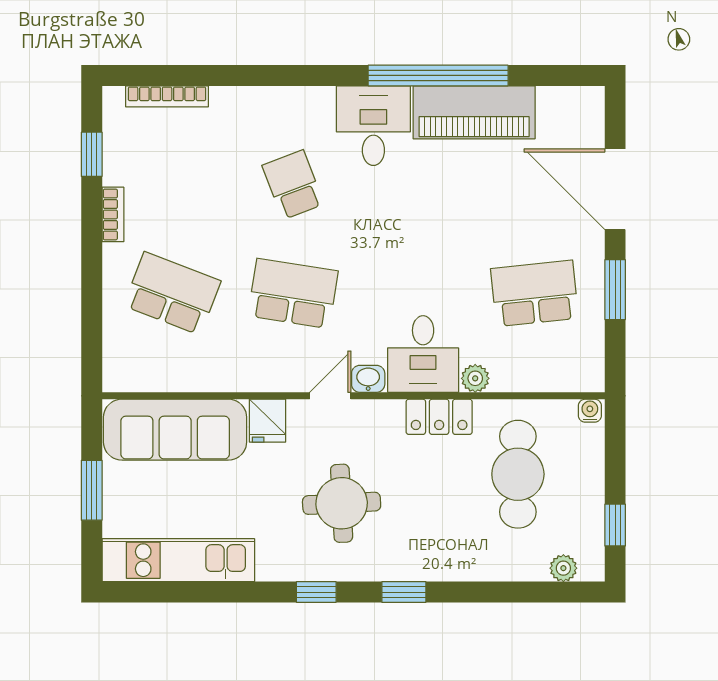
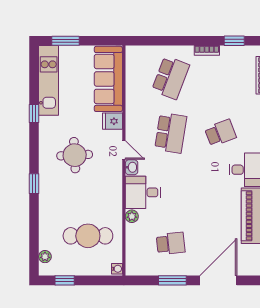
school desk: (535, 293) -> (171, 243), width x0.54
locker: (439, 417) -> (114, 200), removed
window: (92, 490) -> (66, 41), moved
window: (316, 592) -> (34, 114), moved

